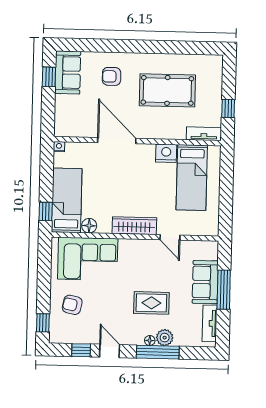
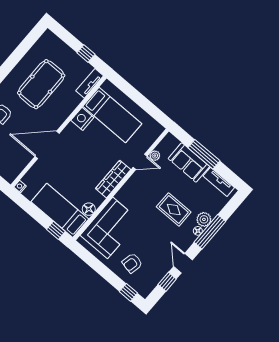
plant: (186, 246) -> (155, 156), added
rug: (151, 303) -> (174, 209), turned 90
door: (110, 351) -> (183, 263), hinge flipped

